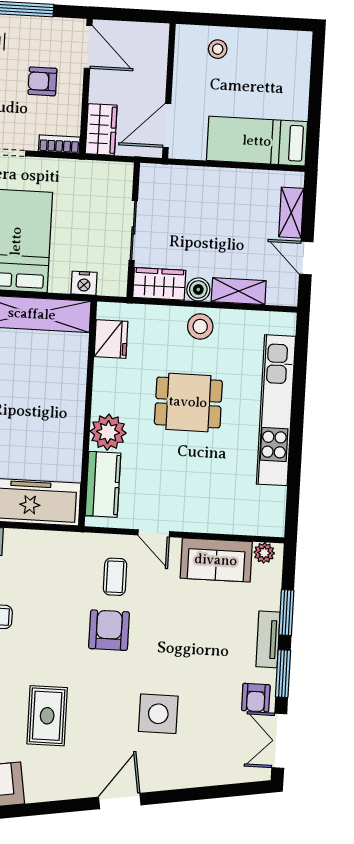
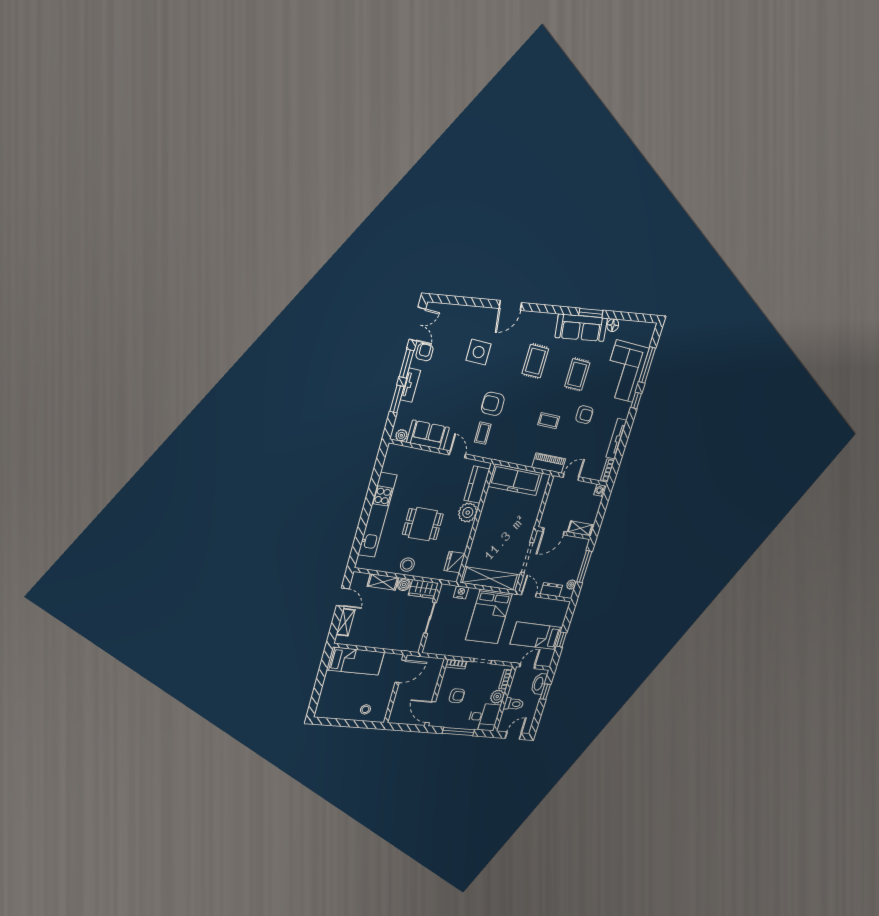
wardrobe: (101, 129) -> (434, 671), removed
armchair: (109, 630) -> (493, 404), turned 90

